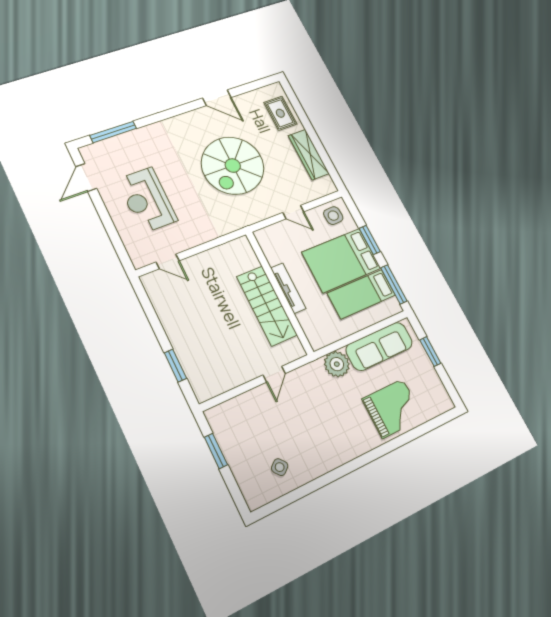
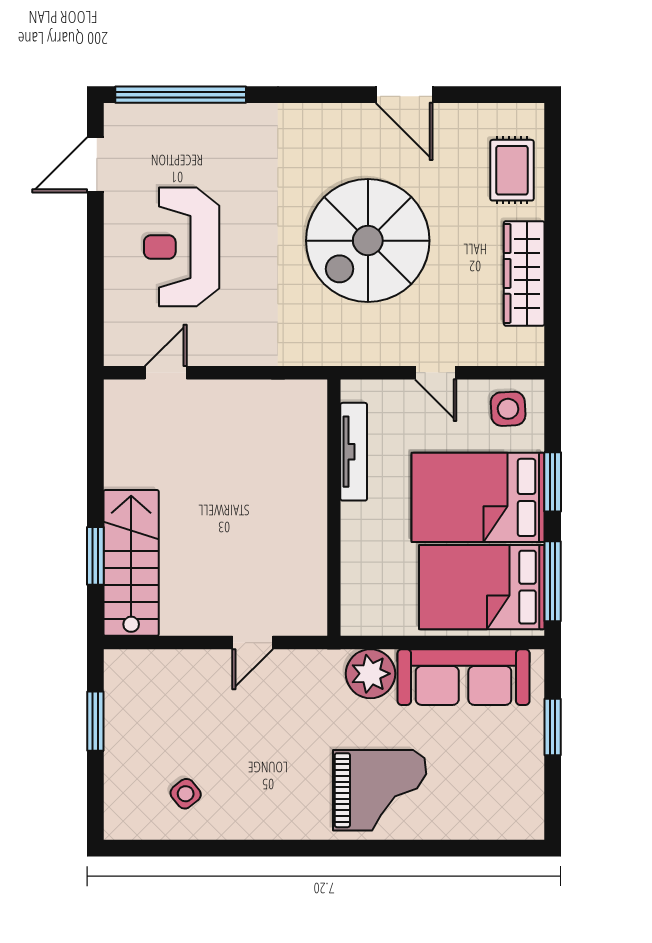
window: (113, 132) -> (181, 95), width x1.46
door: (168, 261) -> (166, 373), swing flipped
tv unit: (288, 288) -> (354, 452), moved
bed: (361, 294) -> (482, 587), width x1.50
stairs: (267, 306) -> (131, 563), moved, turned 180
grand piano: (393, 408) -> (380, 790), moved

